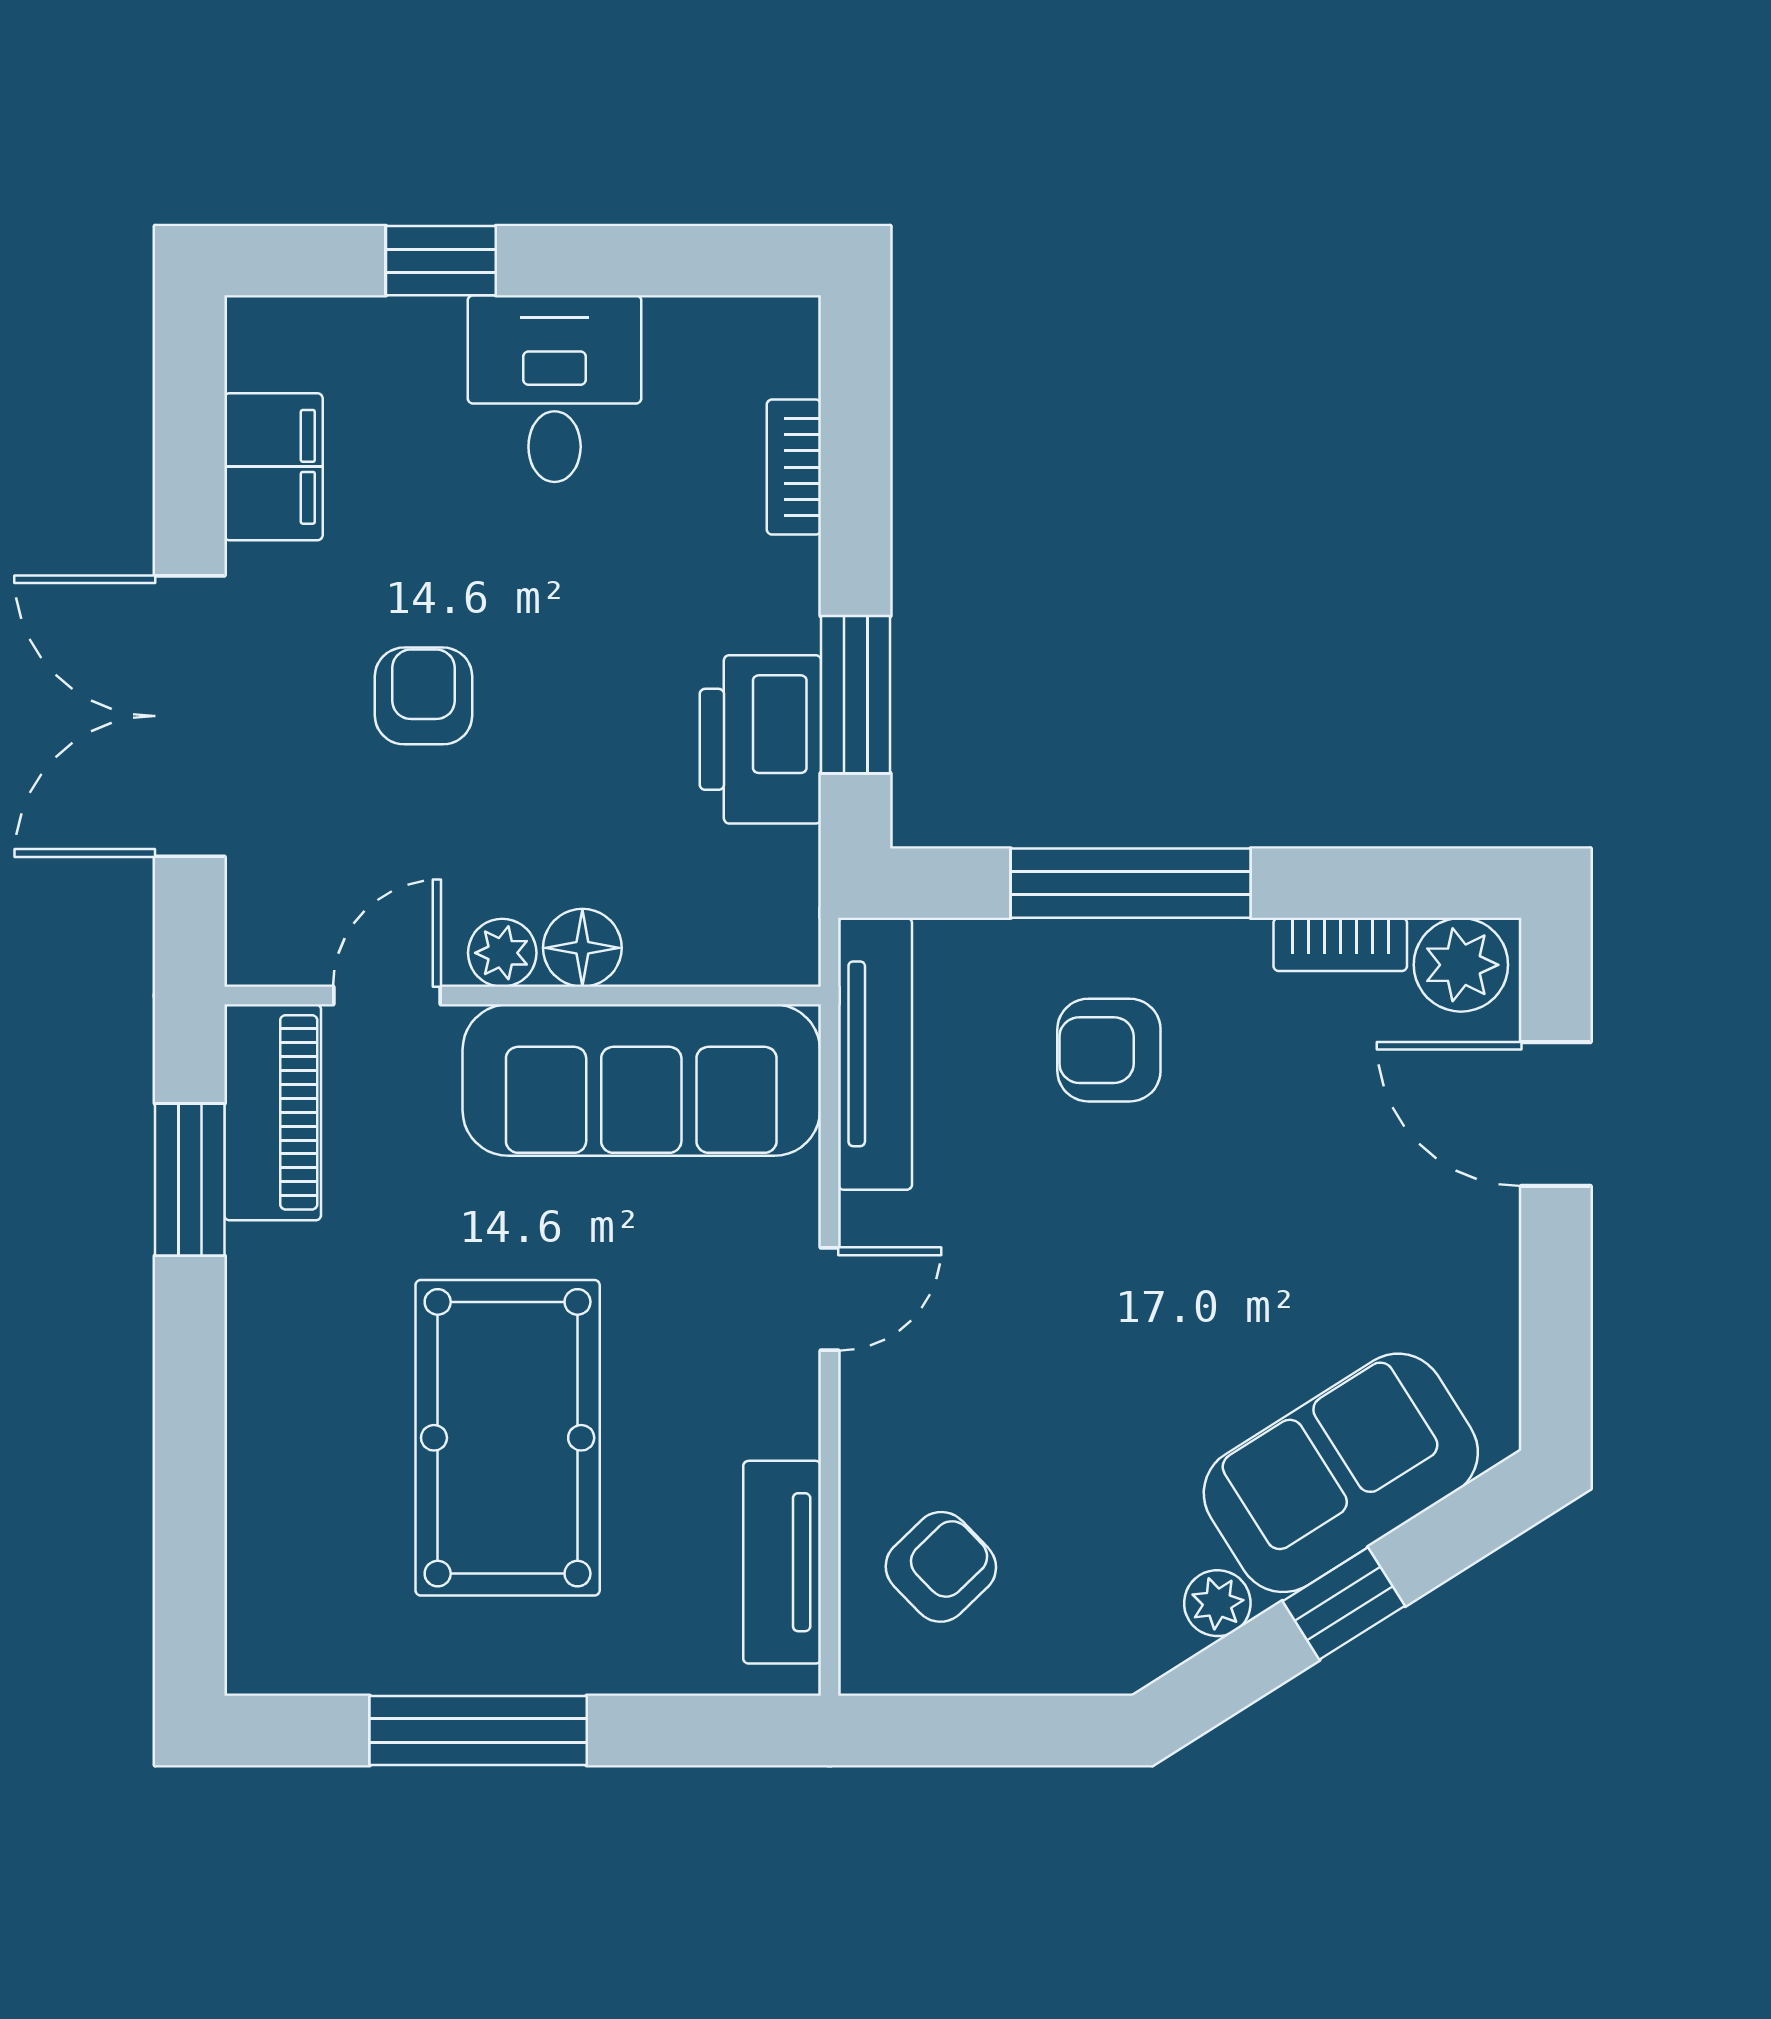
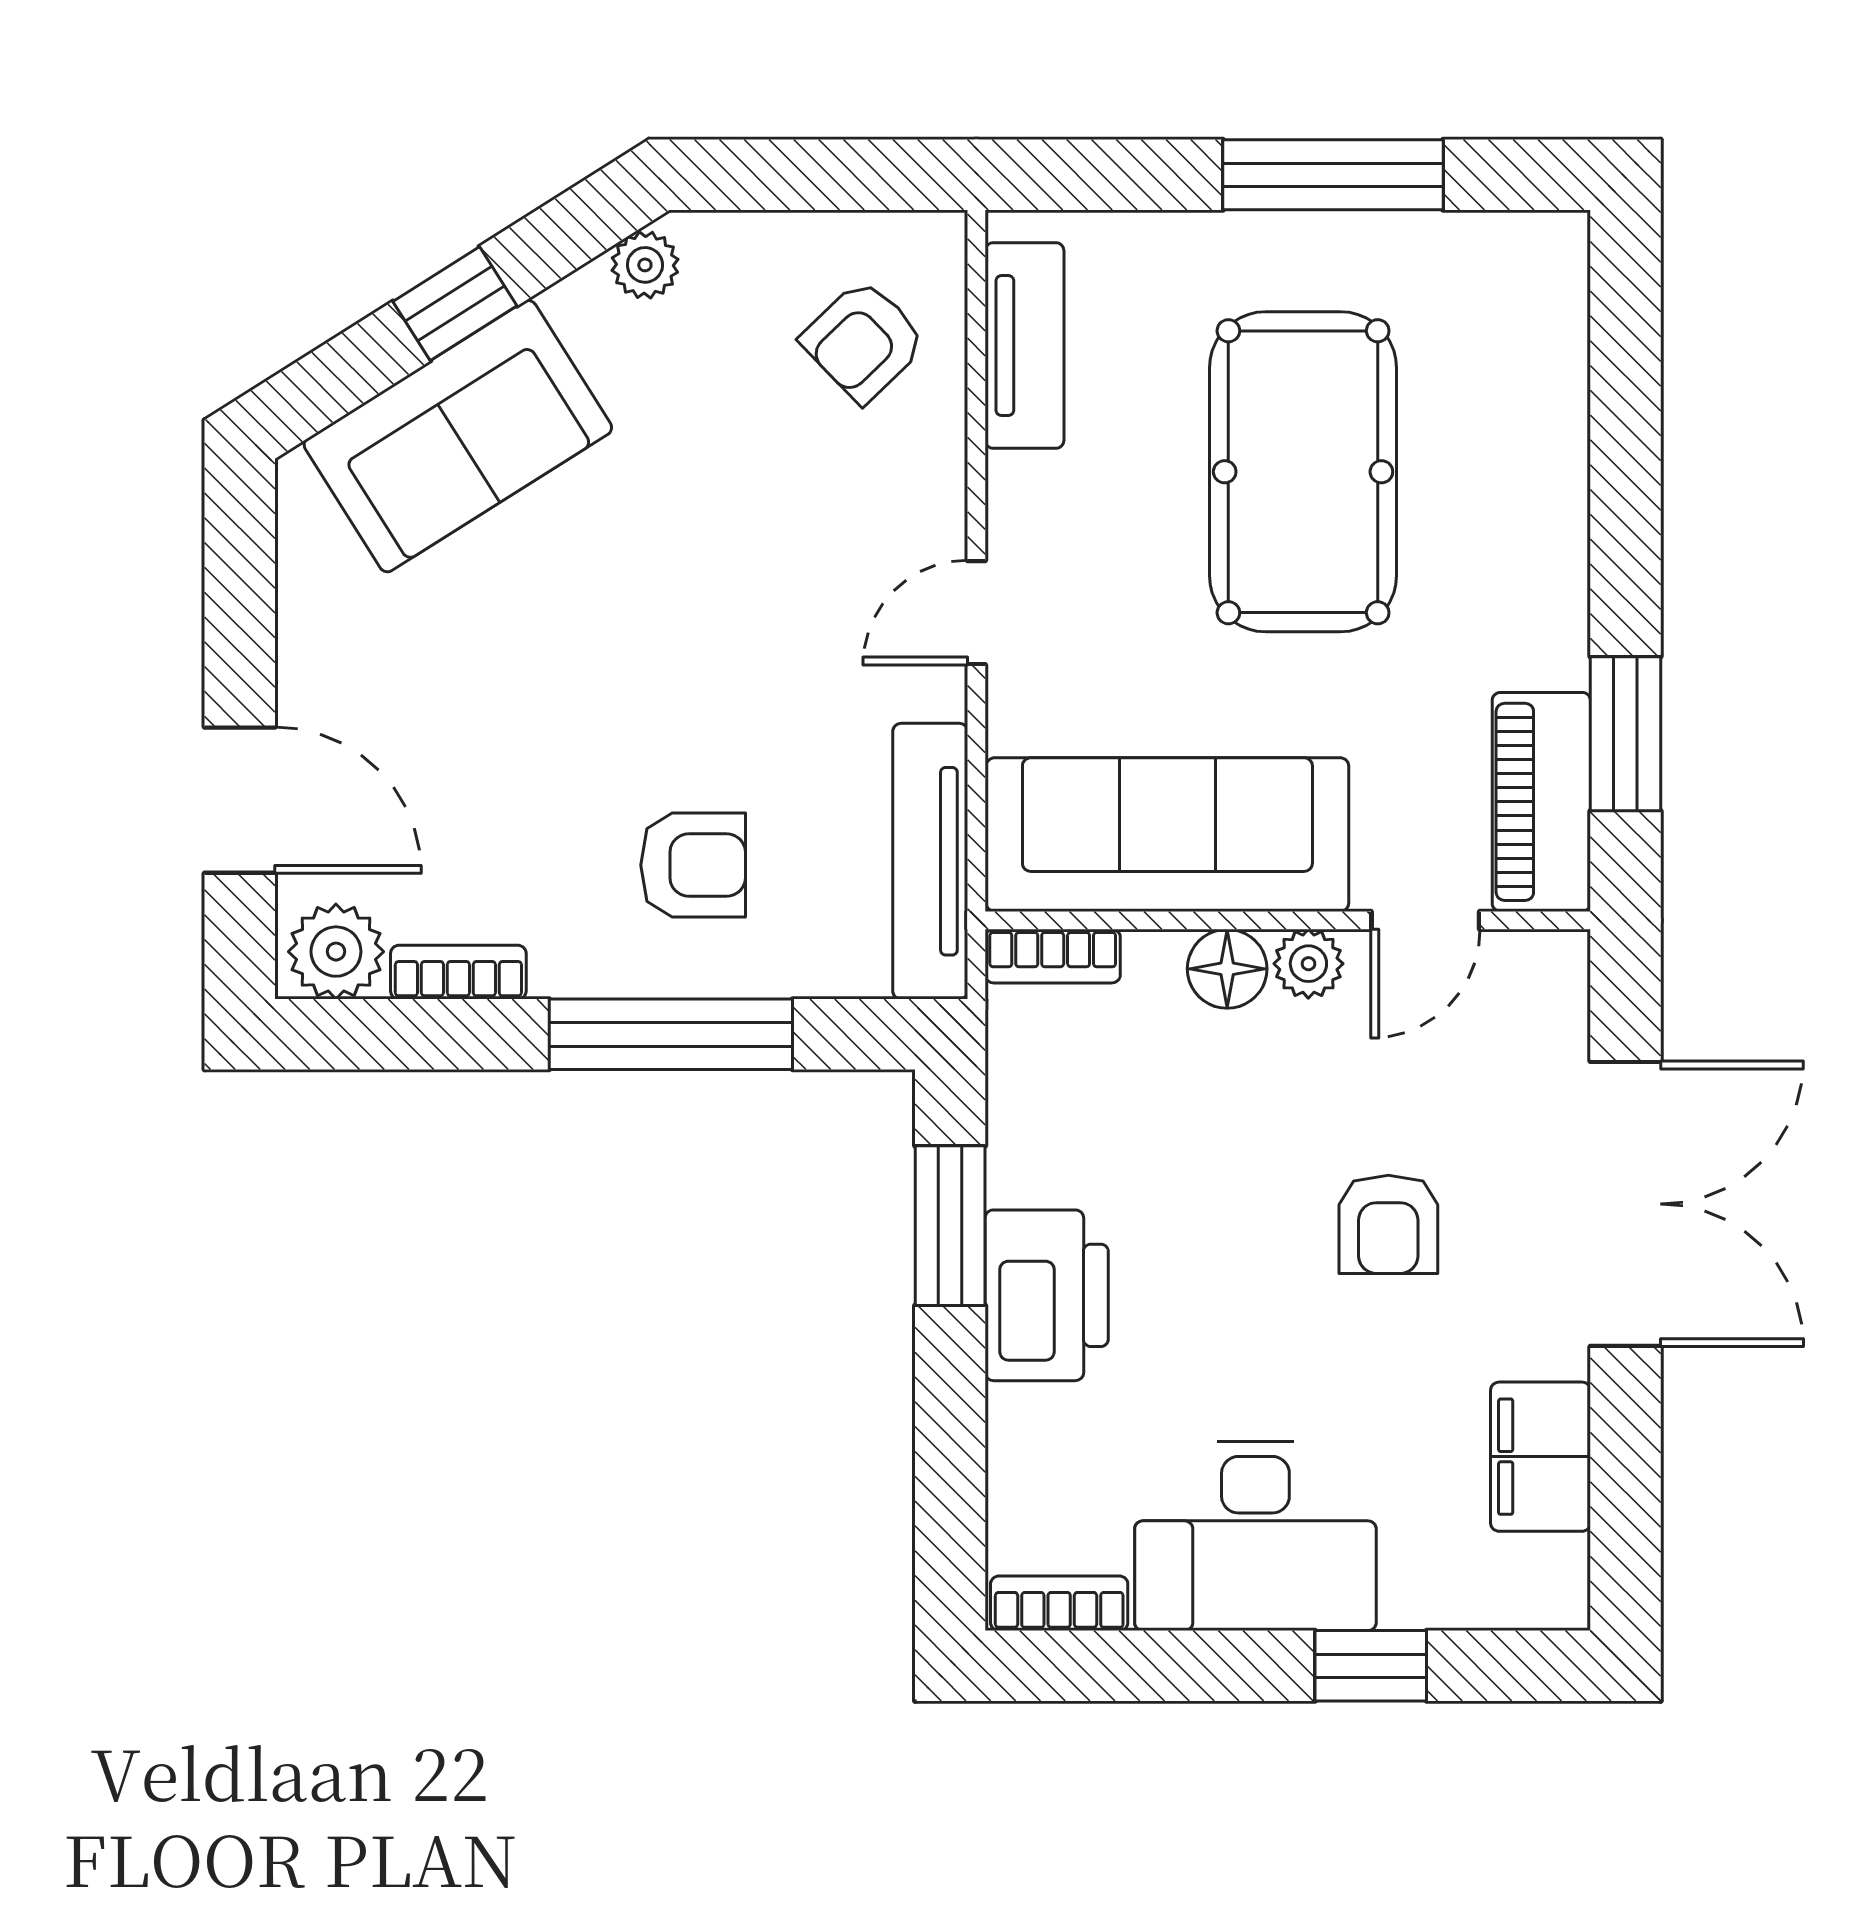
desk: (555, 389) -> (1255, 1536), width x1.37
bookcase: (794, 467) -> (1059, 1603), moved, turned -90
printer: (760, 739) -> (1047, 1295), moved
bookcase: (754, 960) -> (1053, 956), added
plant: (1217, 1603) -> (645, 265), moved

